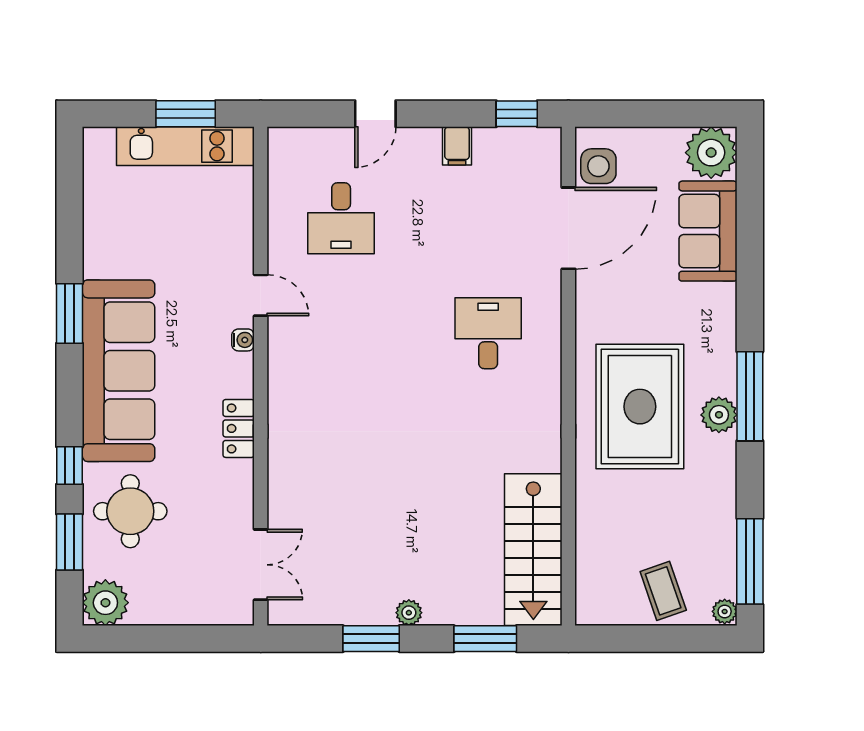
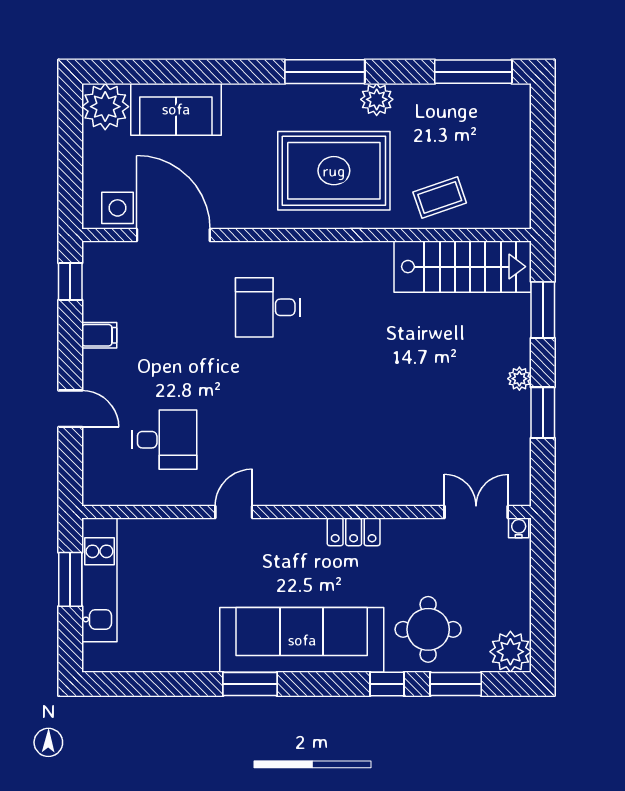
water cooler: (243, 340) -> (519, 528), moved
plant: (719, 415) -> (377, 99), moved
coffee table: (663, 591) -> (440, 198), moved
plant: (725, 611) -> (518, 94), removed

